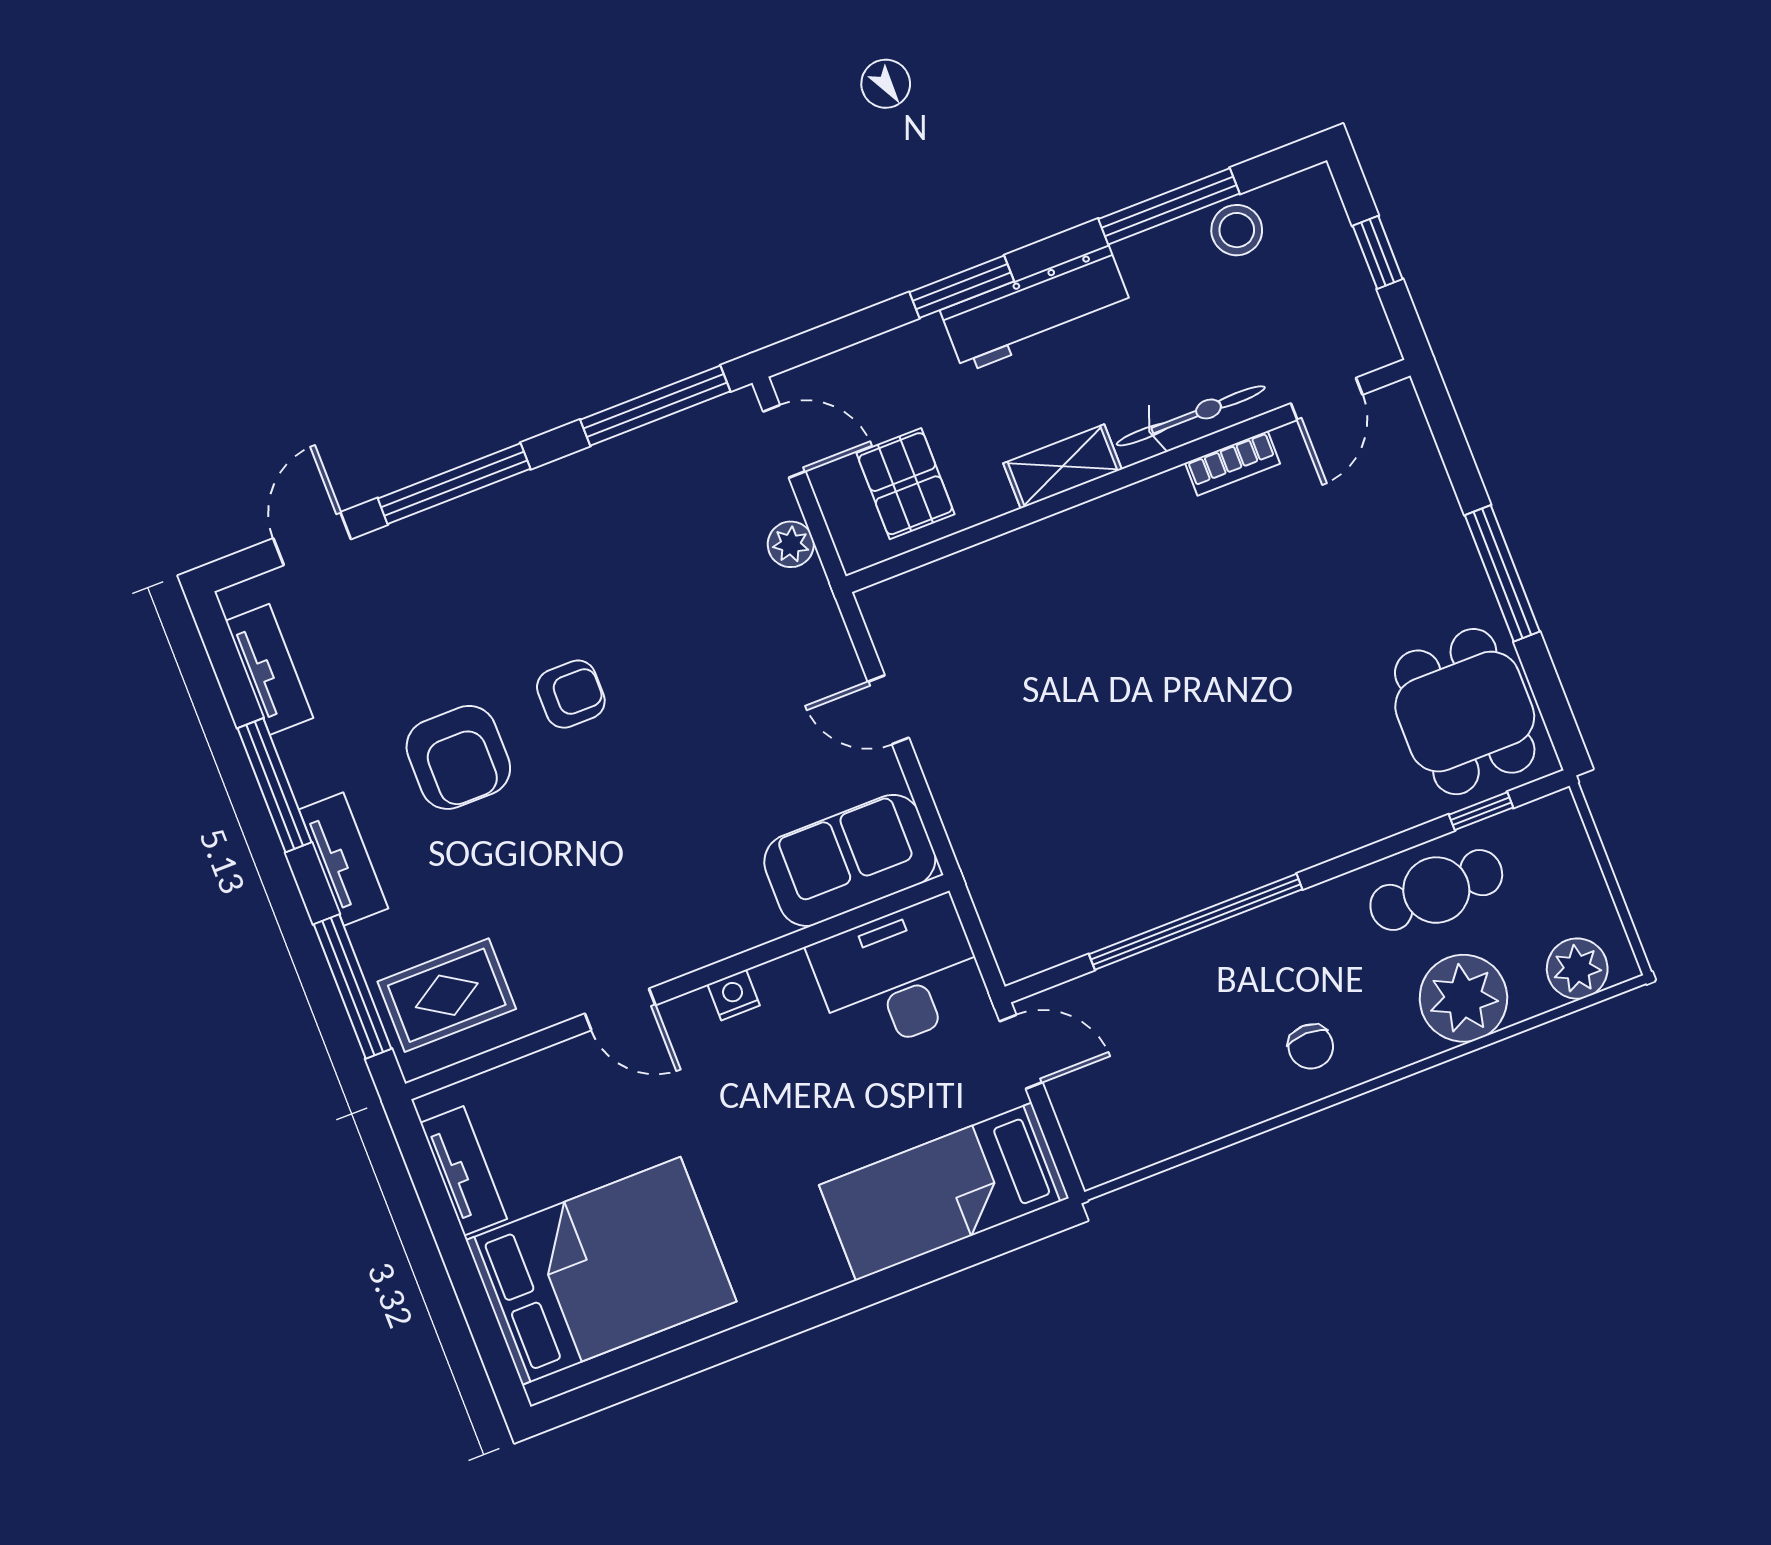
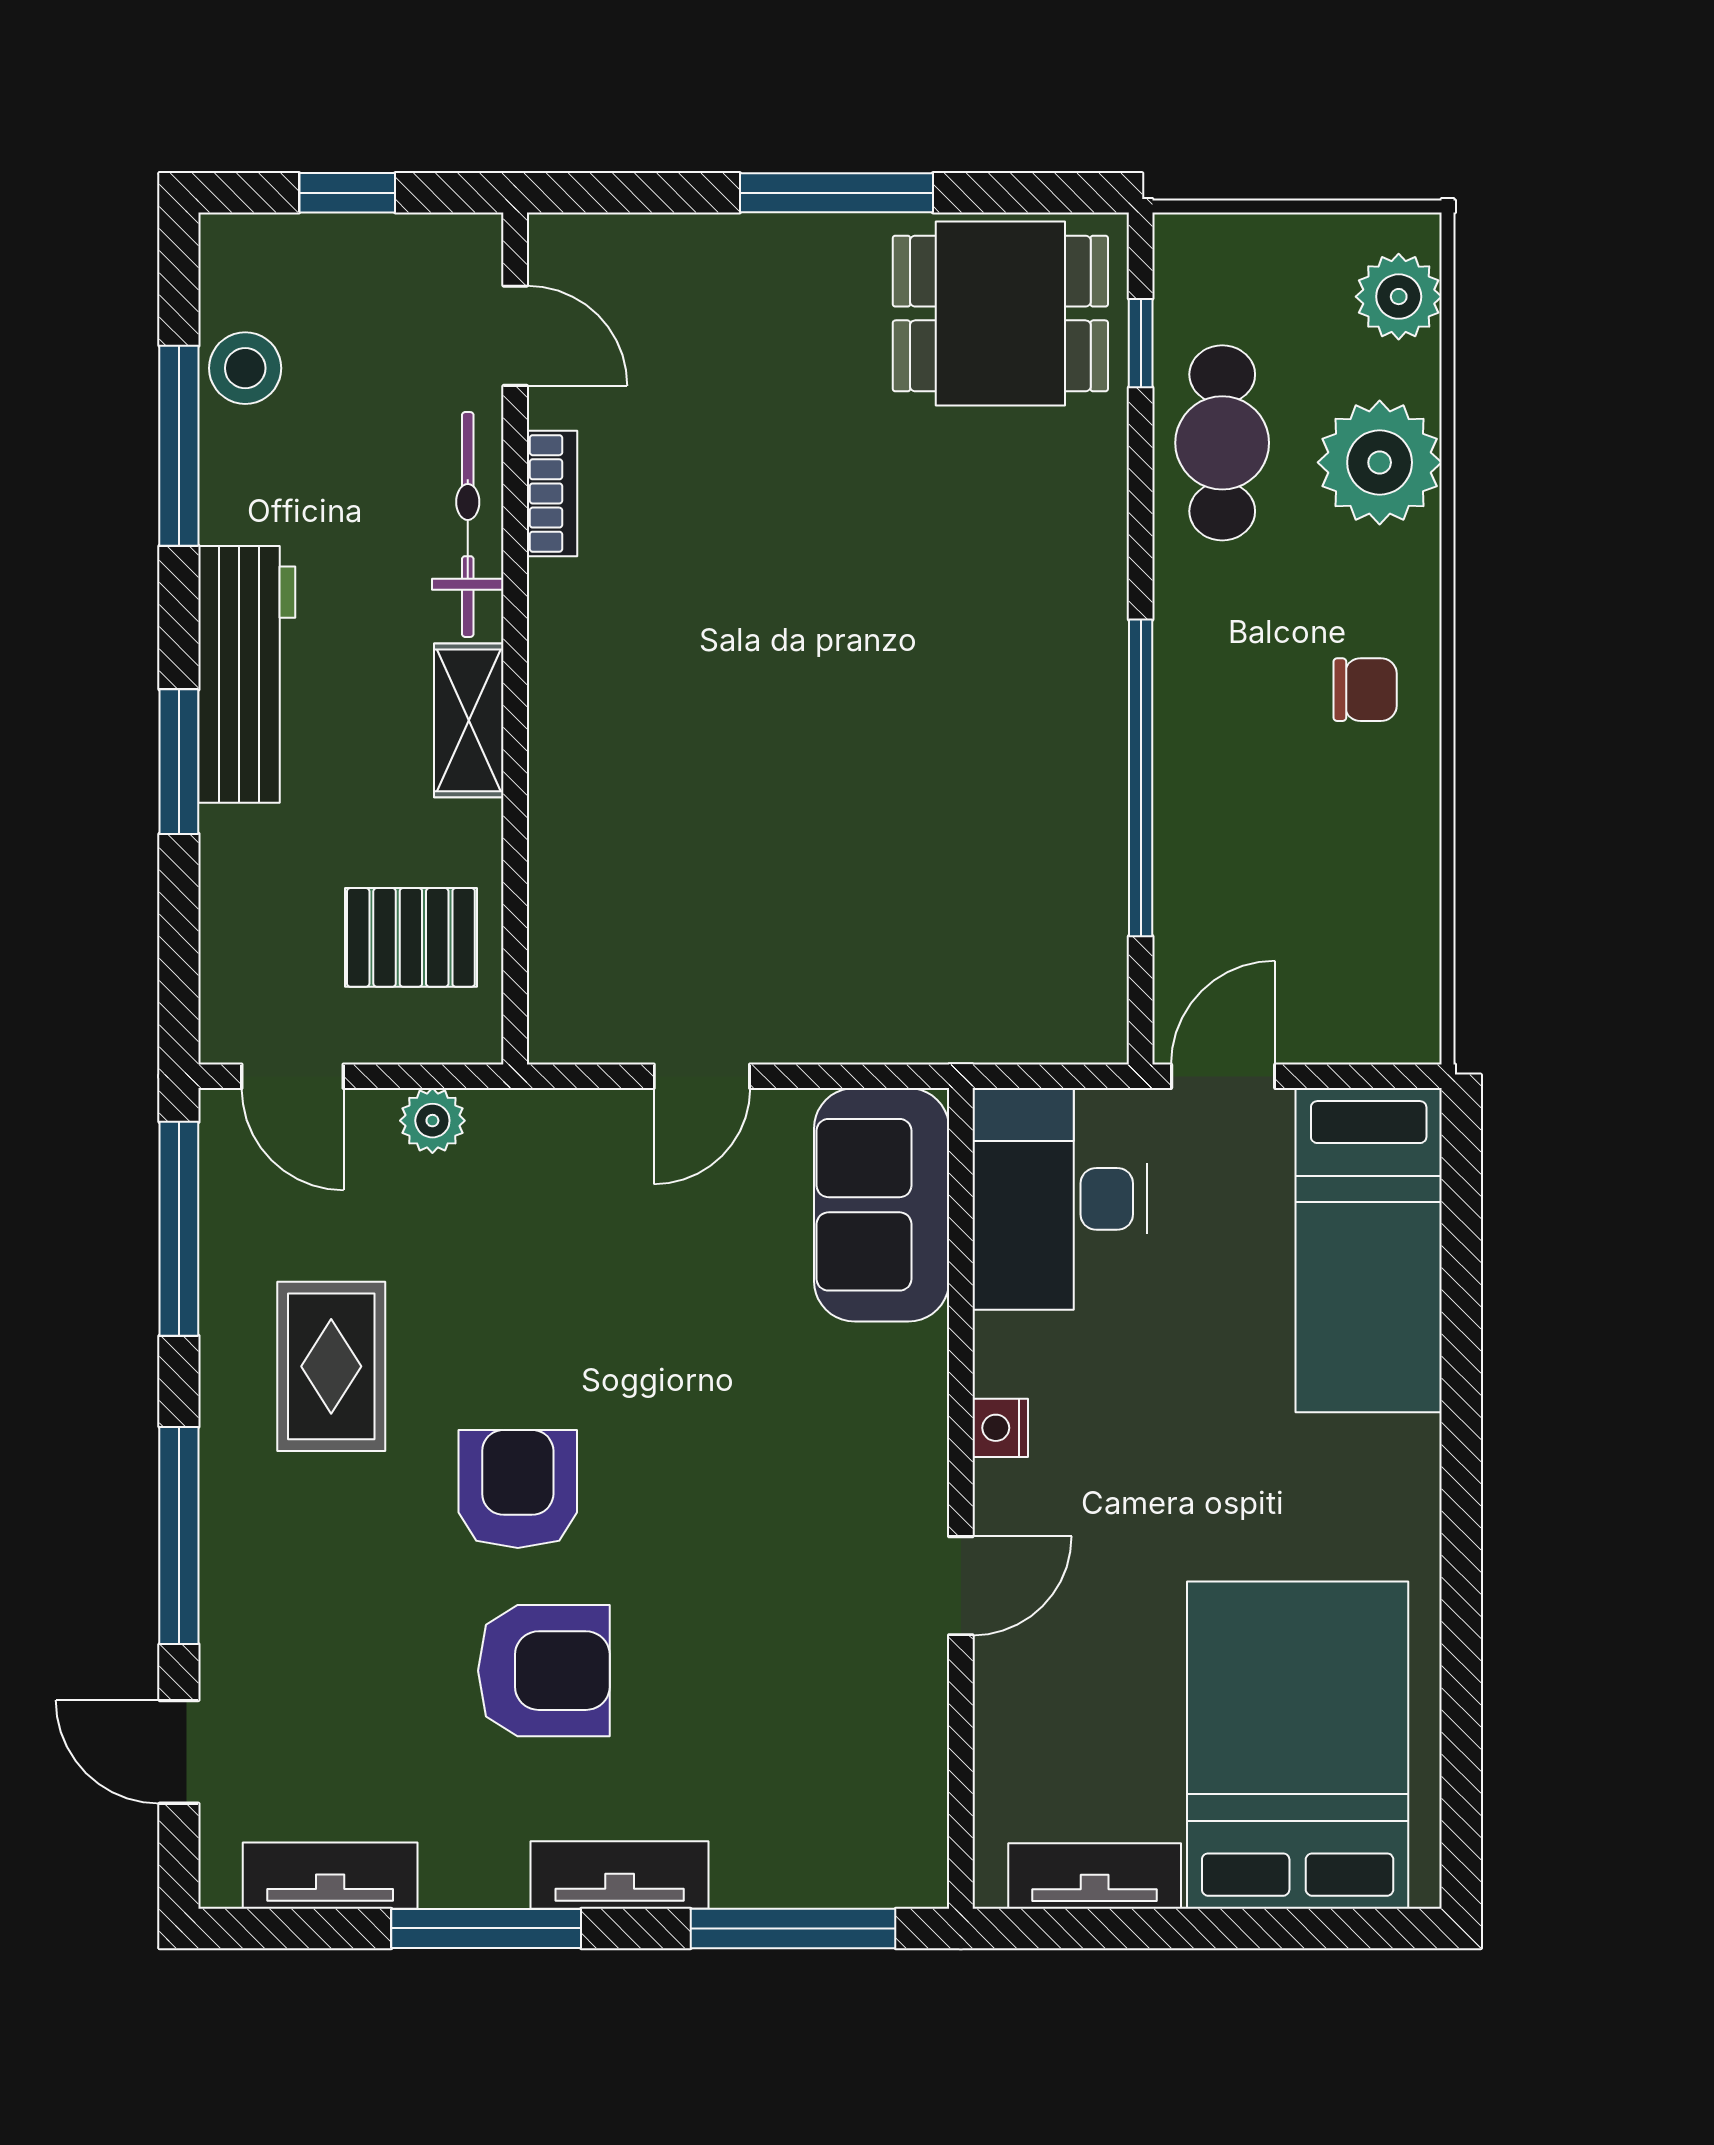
door: (784, 441) -> (293, 1076), swing flipped
armchair: (571, 694) -> (518, 1489), width x1.38, depth x1.38
rug: (447, 995) -> (331, 1366), moved

